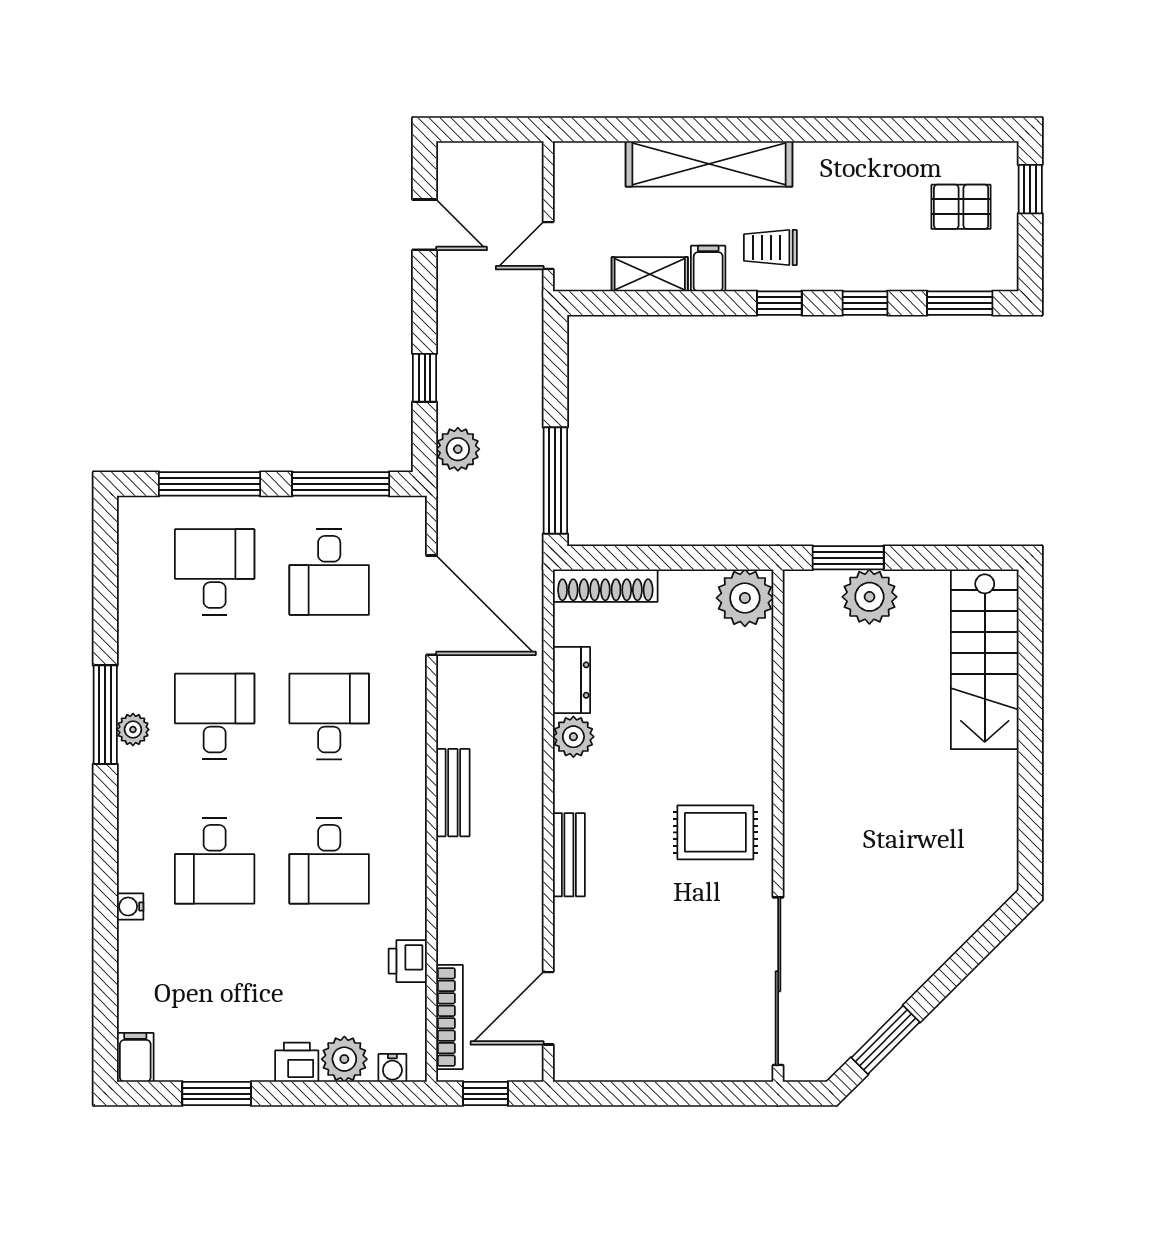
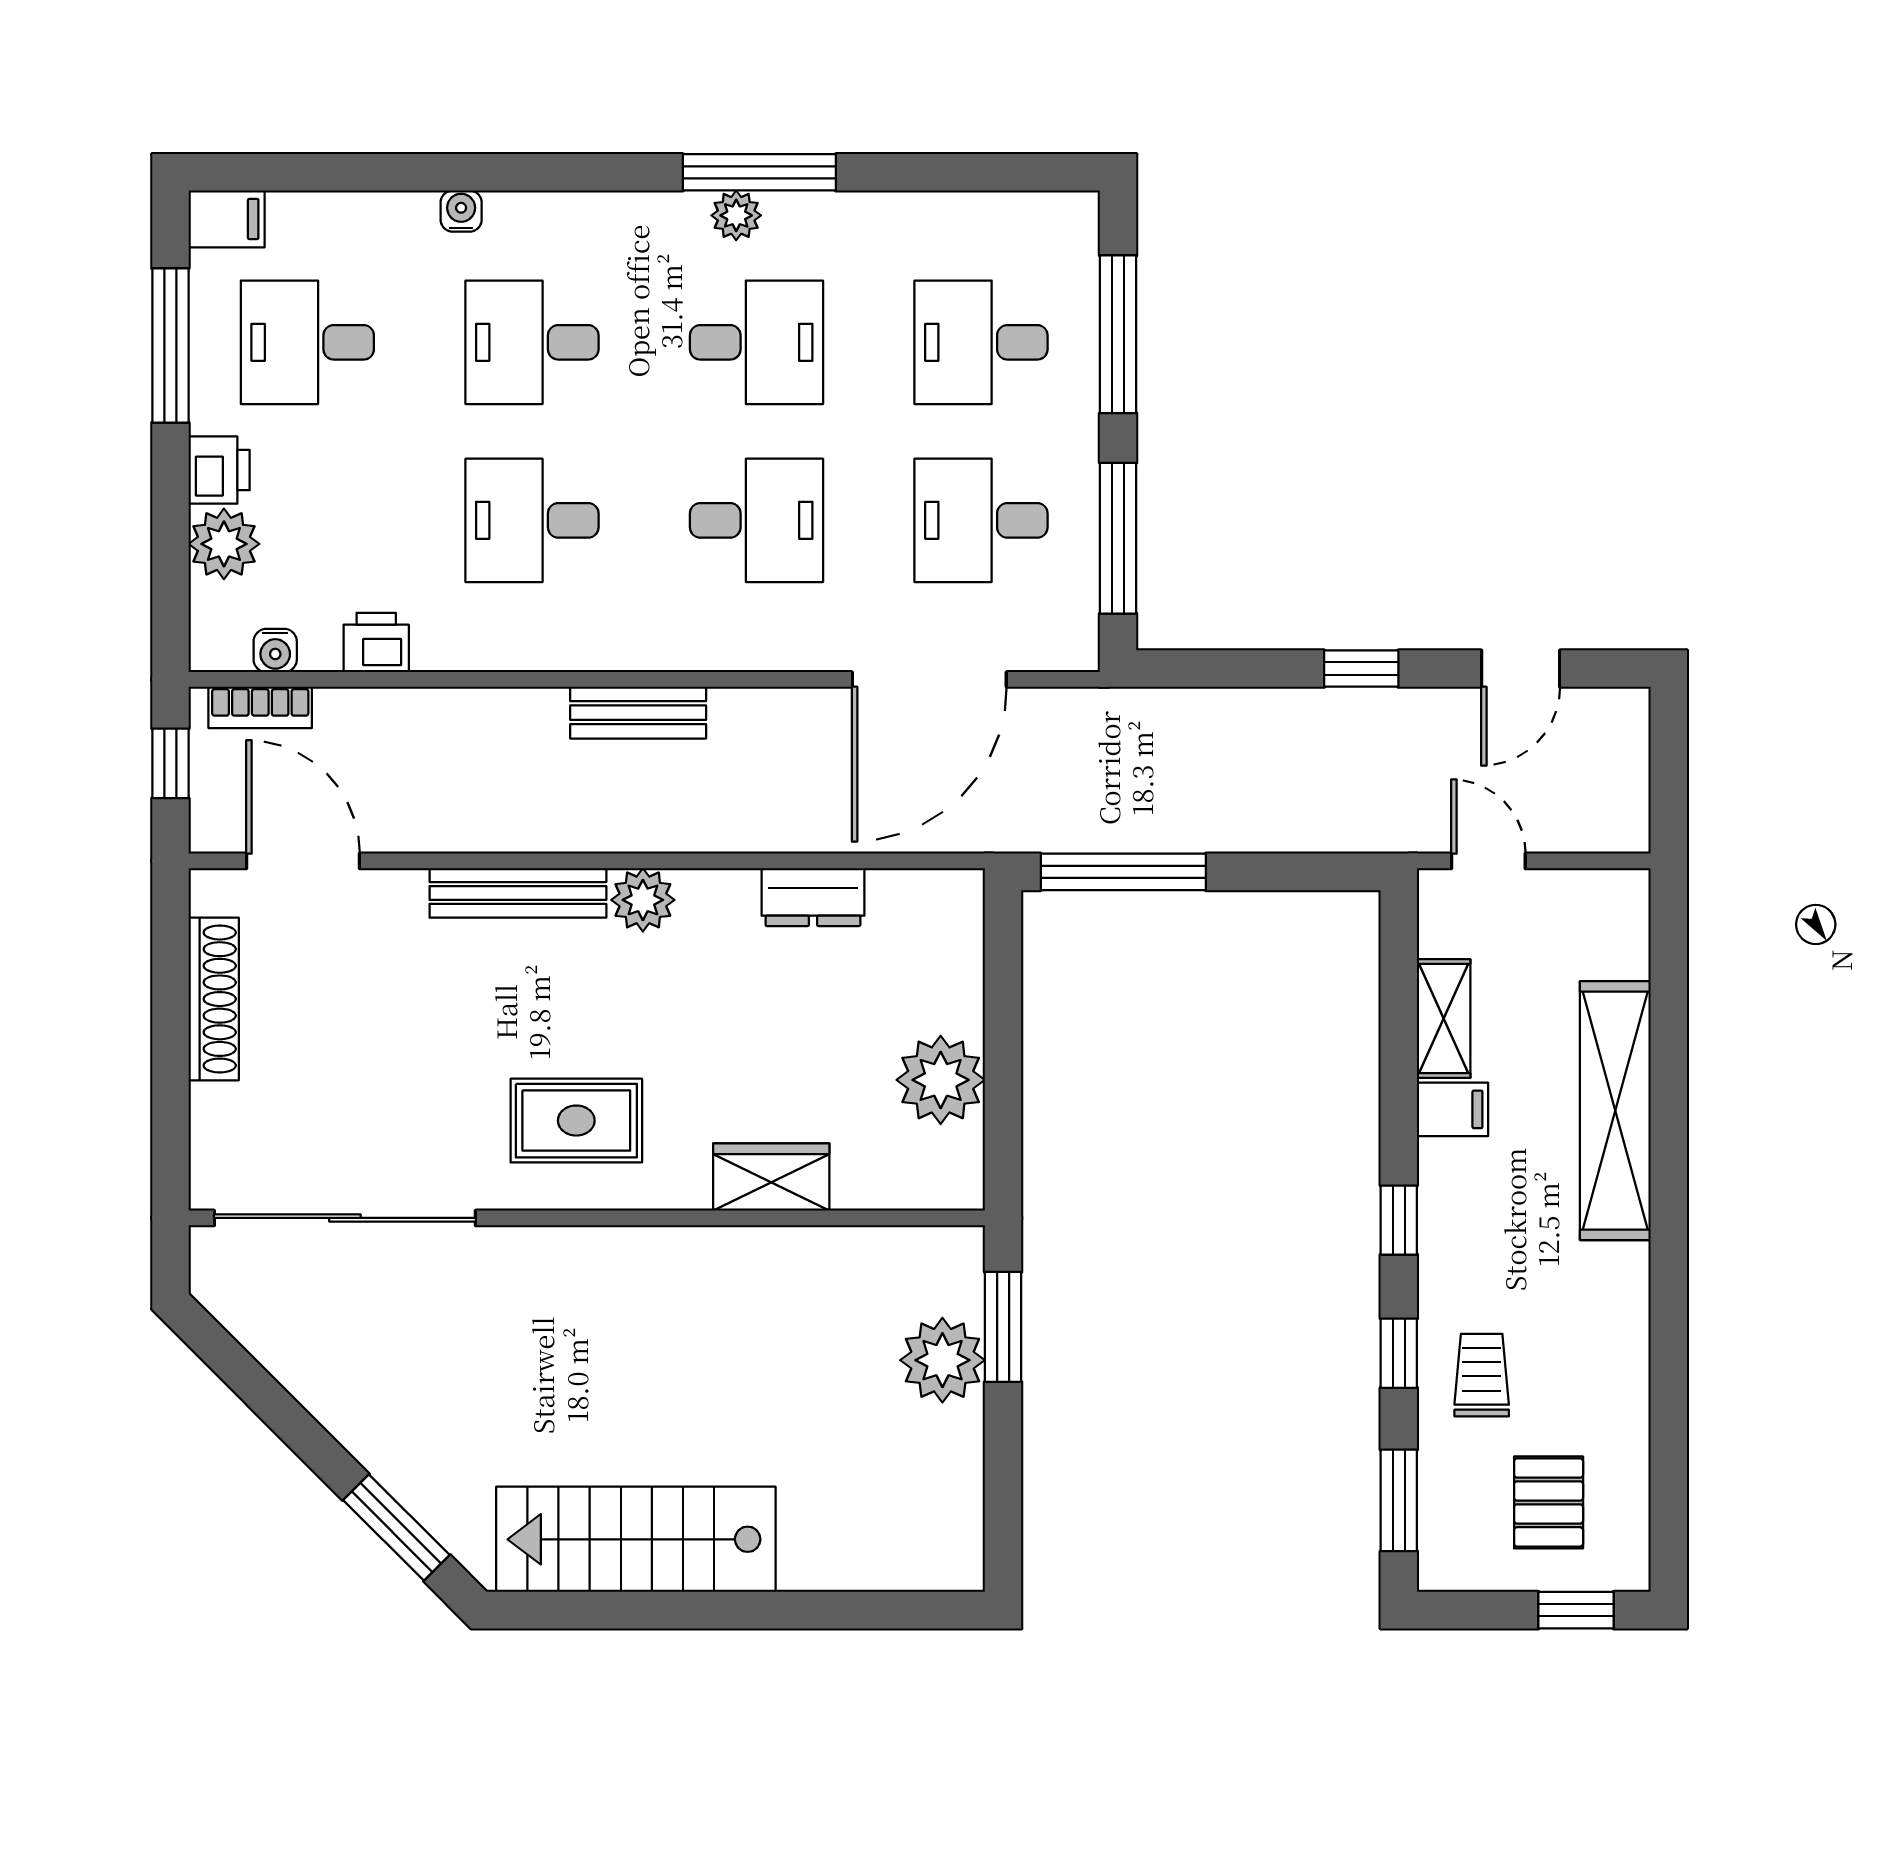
trolley: (770, 248) -> (1482, 1375), moved
window: (425, 378) -> (1361, 669), moved
plant: (458, 449) -> (1172, 720), removed
desk: (215, 572) -> (981, 342), turned 180
shoe rack: (605, 586) -> (214, 999), moved, turned 180
plant: (745, 598) -> (941, 1080), moved
stairs: (985, 659) -> (636, 1539), moved
wardrobe: (752, 707) -> (771, 1177), added
plant: (573, 737) -> (643, 900), moved
rug: (715, 832) -> (576, 1121), turned 90
bench: (569, 855) -> (518, 893), width x1.36
desk: (215, 1005) -> (307, 342), added
bookcase: (450, 1017) -> (260, 707), width x0.64
window: (885, 1040) -> (396, 1527), moved
water cooler: (392, 1068) -> (275, 650), moved, turned -90
window: (217, 1094) -> (170, 345), width x1.44

